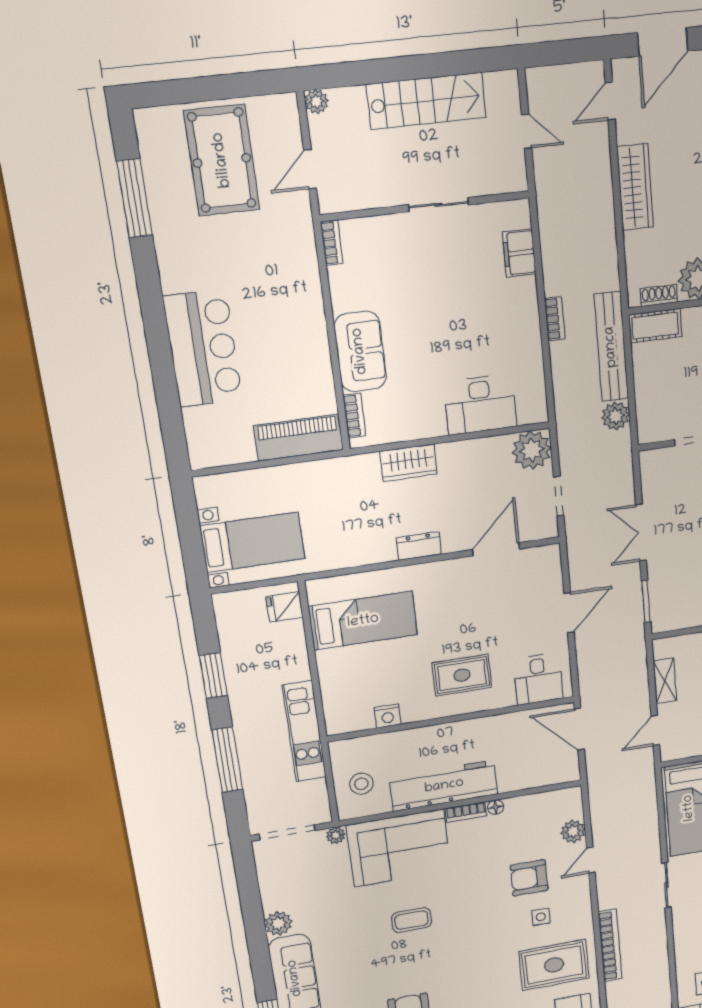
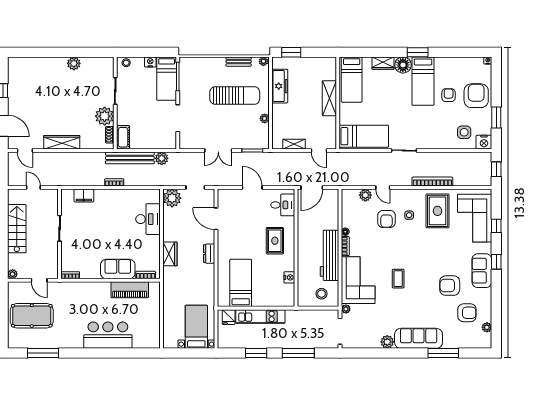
door: (527, 131) -> (33, 188), hinge flipped
piano: (299, 438) -> (130, 290), moved, turned -90
kitchen unit: (304, 731) -> (260, 316), moved

